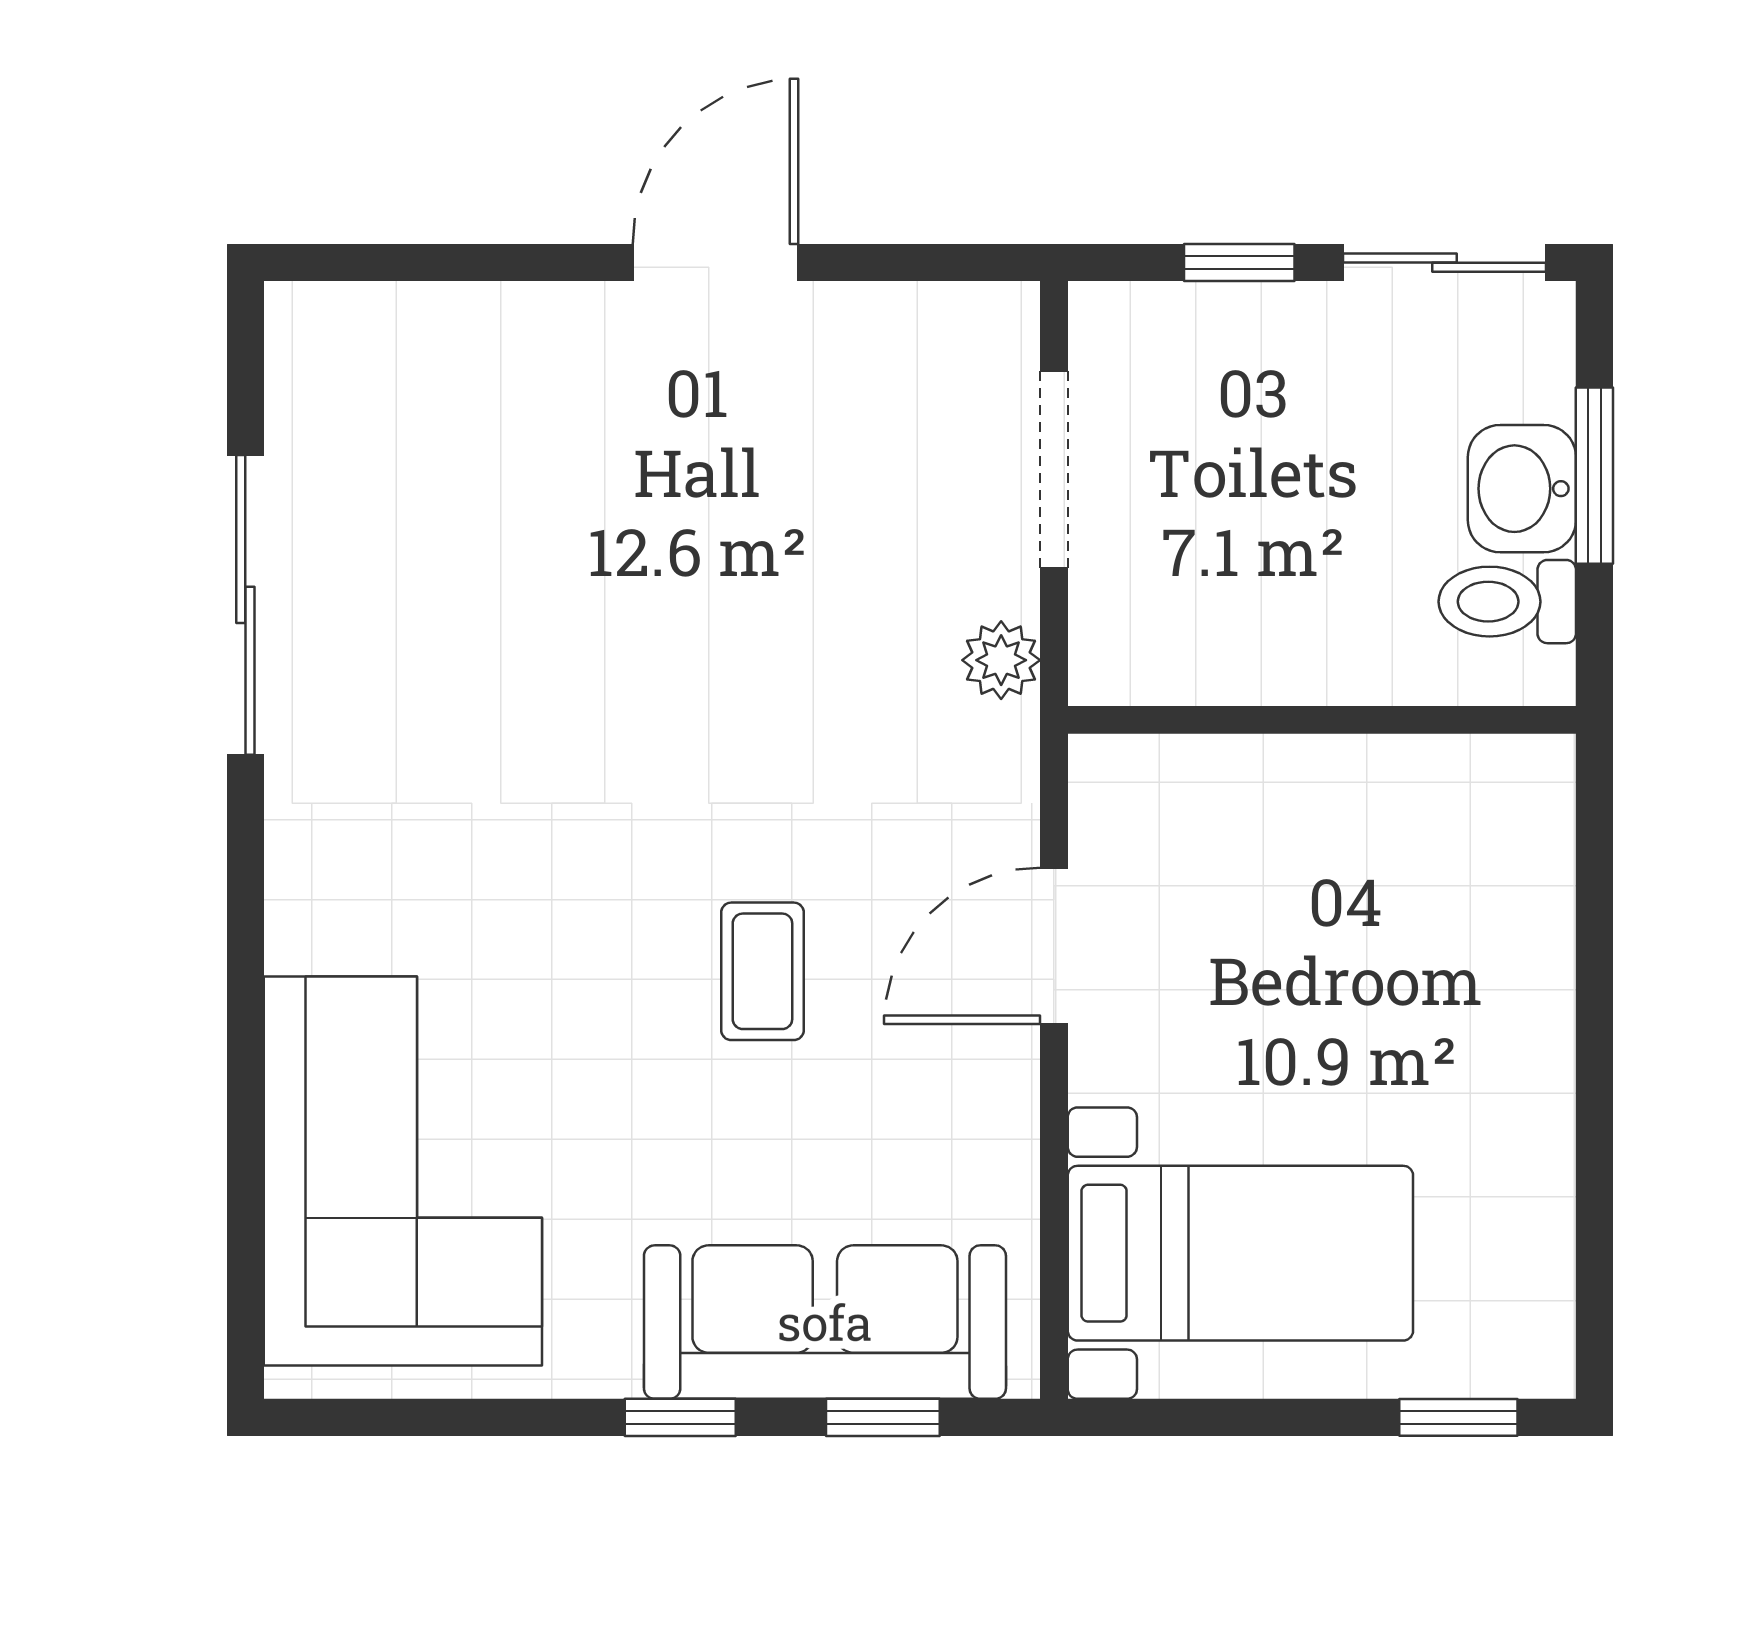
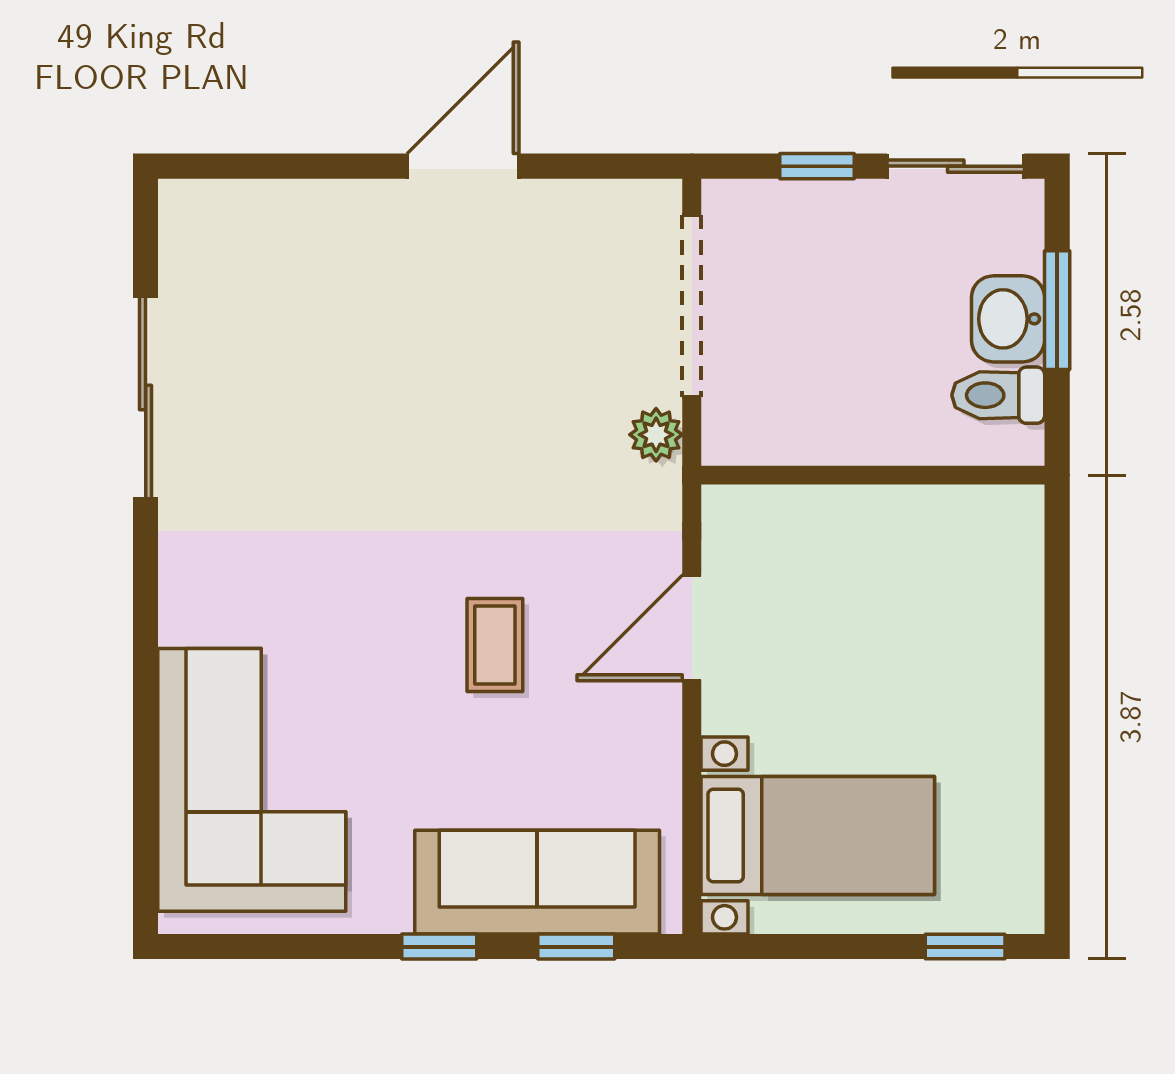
doorway: (1054, 470) -> (692, 306), width x1.36

